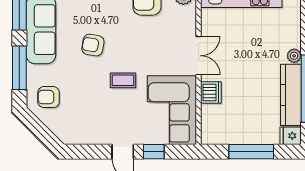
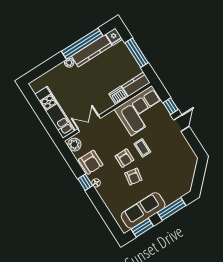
double door: (199, 56) -> (89, 123), moved
armchair: (49, 97) -> (124, 158), moved
kitchen counter: (211, 125) -> (136, 84), added

